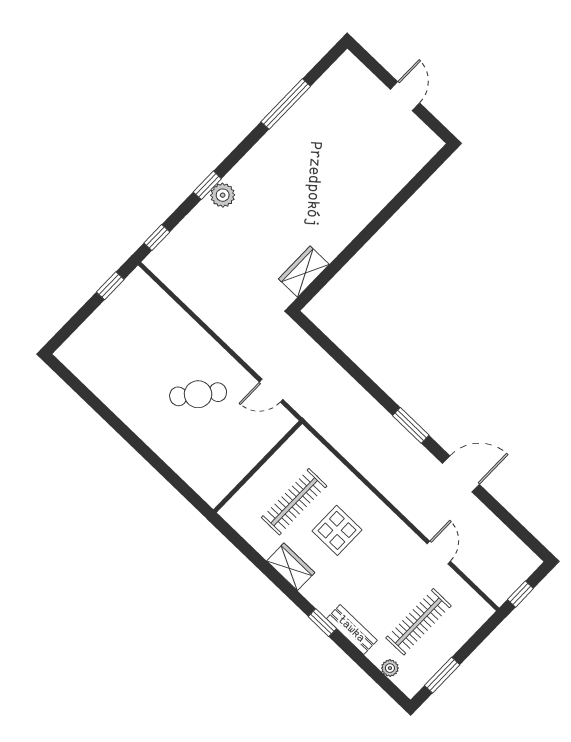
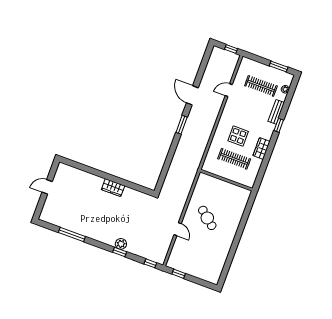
wardrobe: (304, 272) -> (113, 188), moved
door: (271, 391) -> (178, 229), moved

